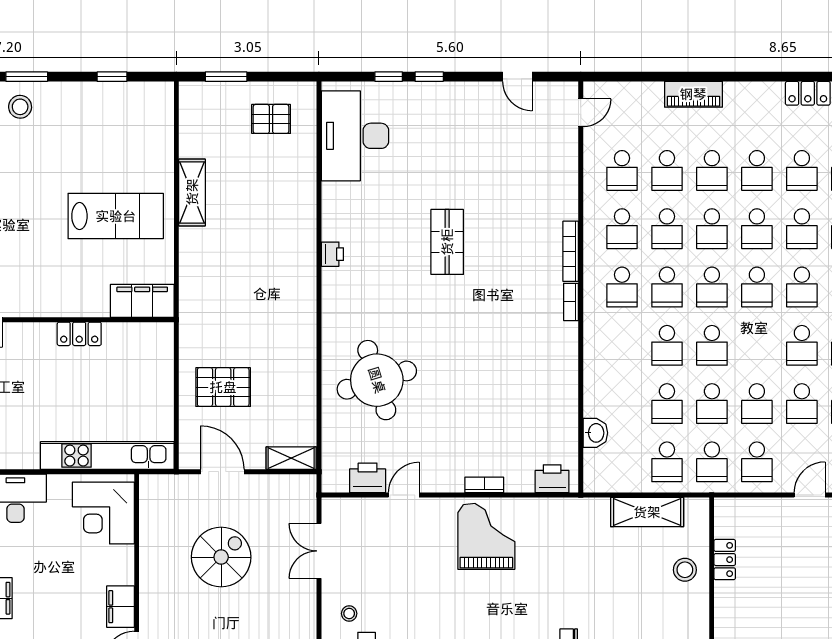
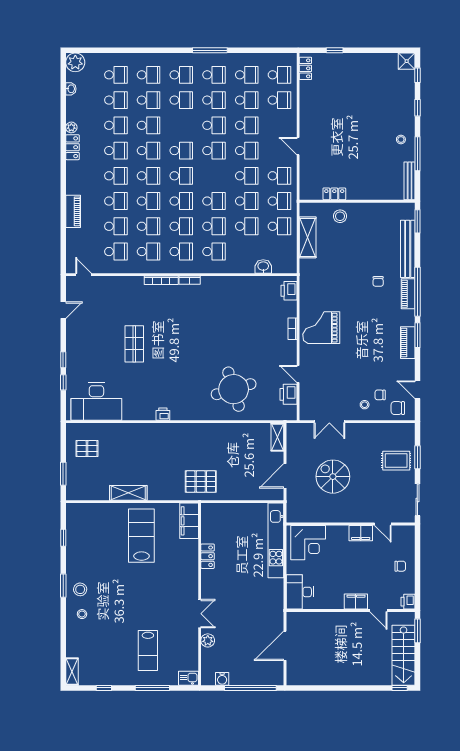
pallet: (271, 119) -> (87, 449), turned 90
shop shelf: (447, 242) -> (134, 344), moved, turned 90
school desk: (622, 345) -> (214, 252), added
pallet: (223, 387) -> (201, 482), moved, turned 90

